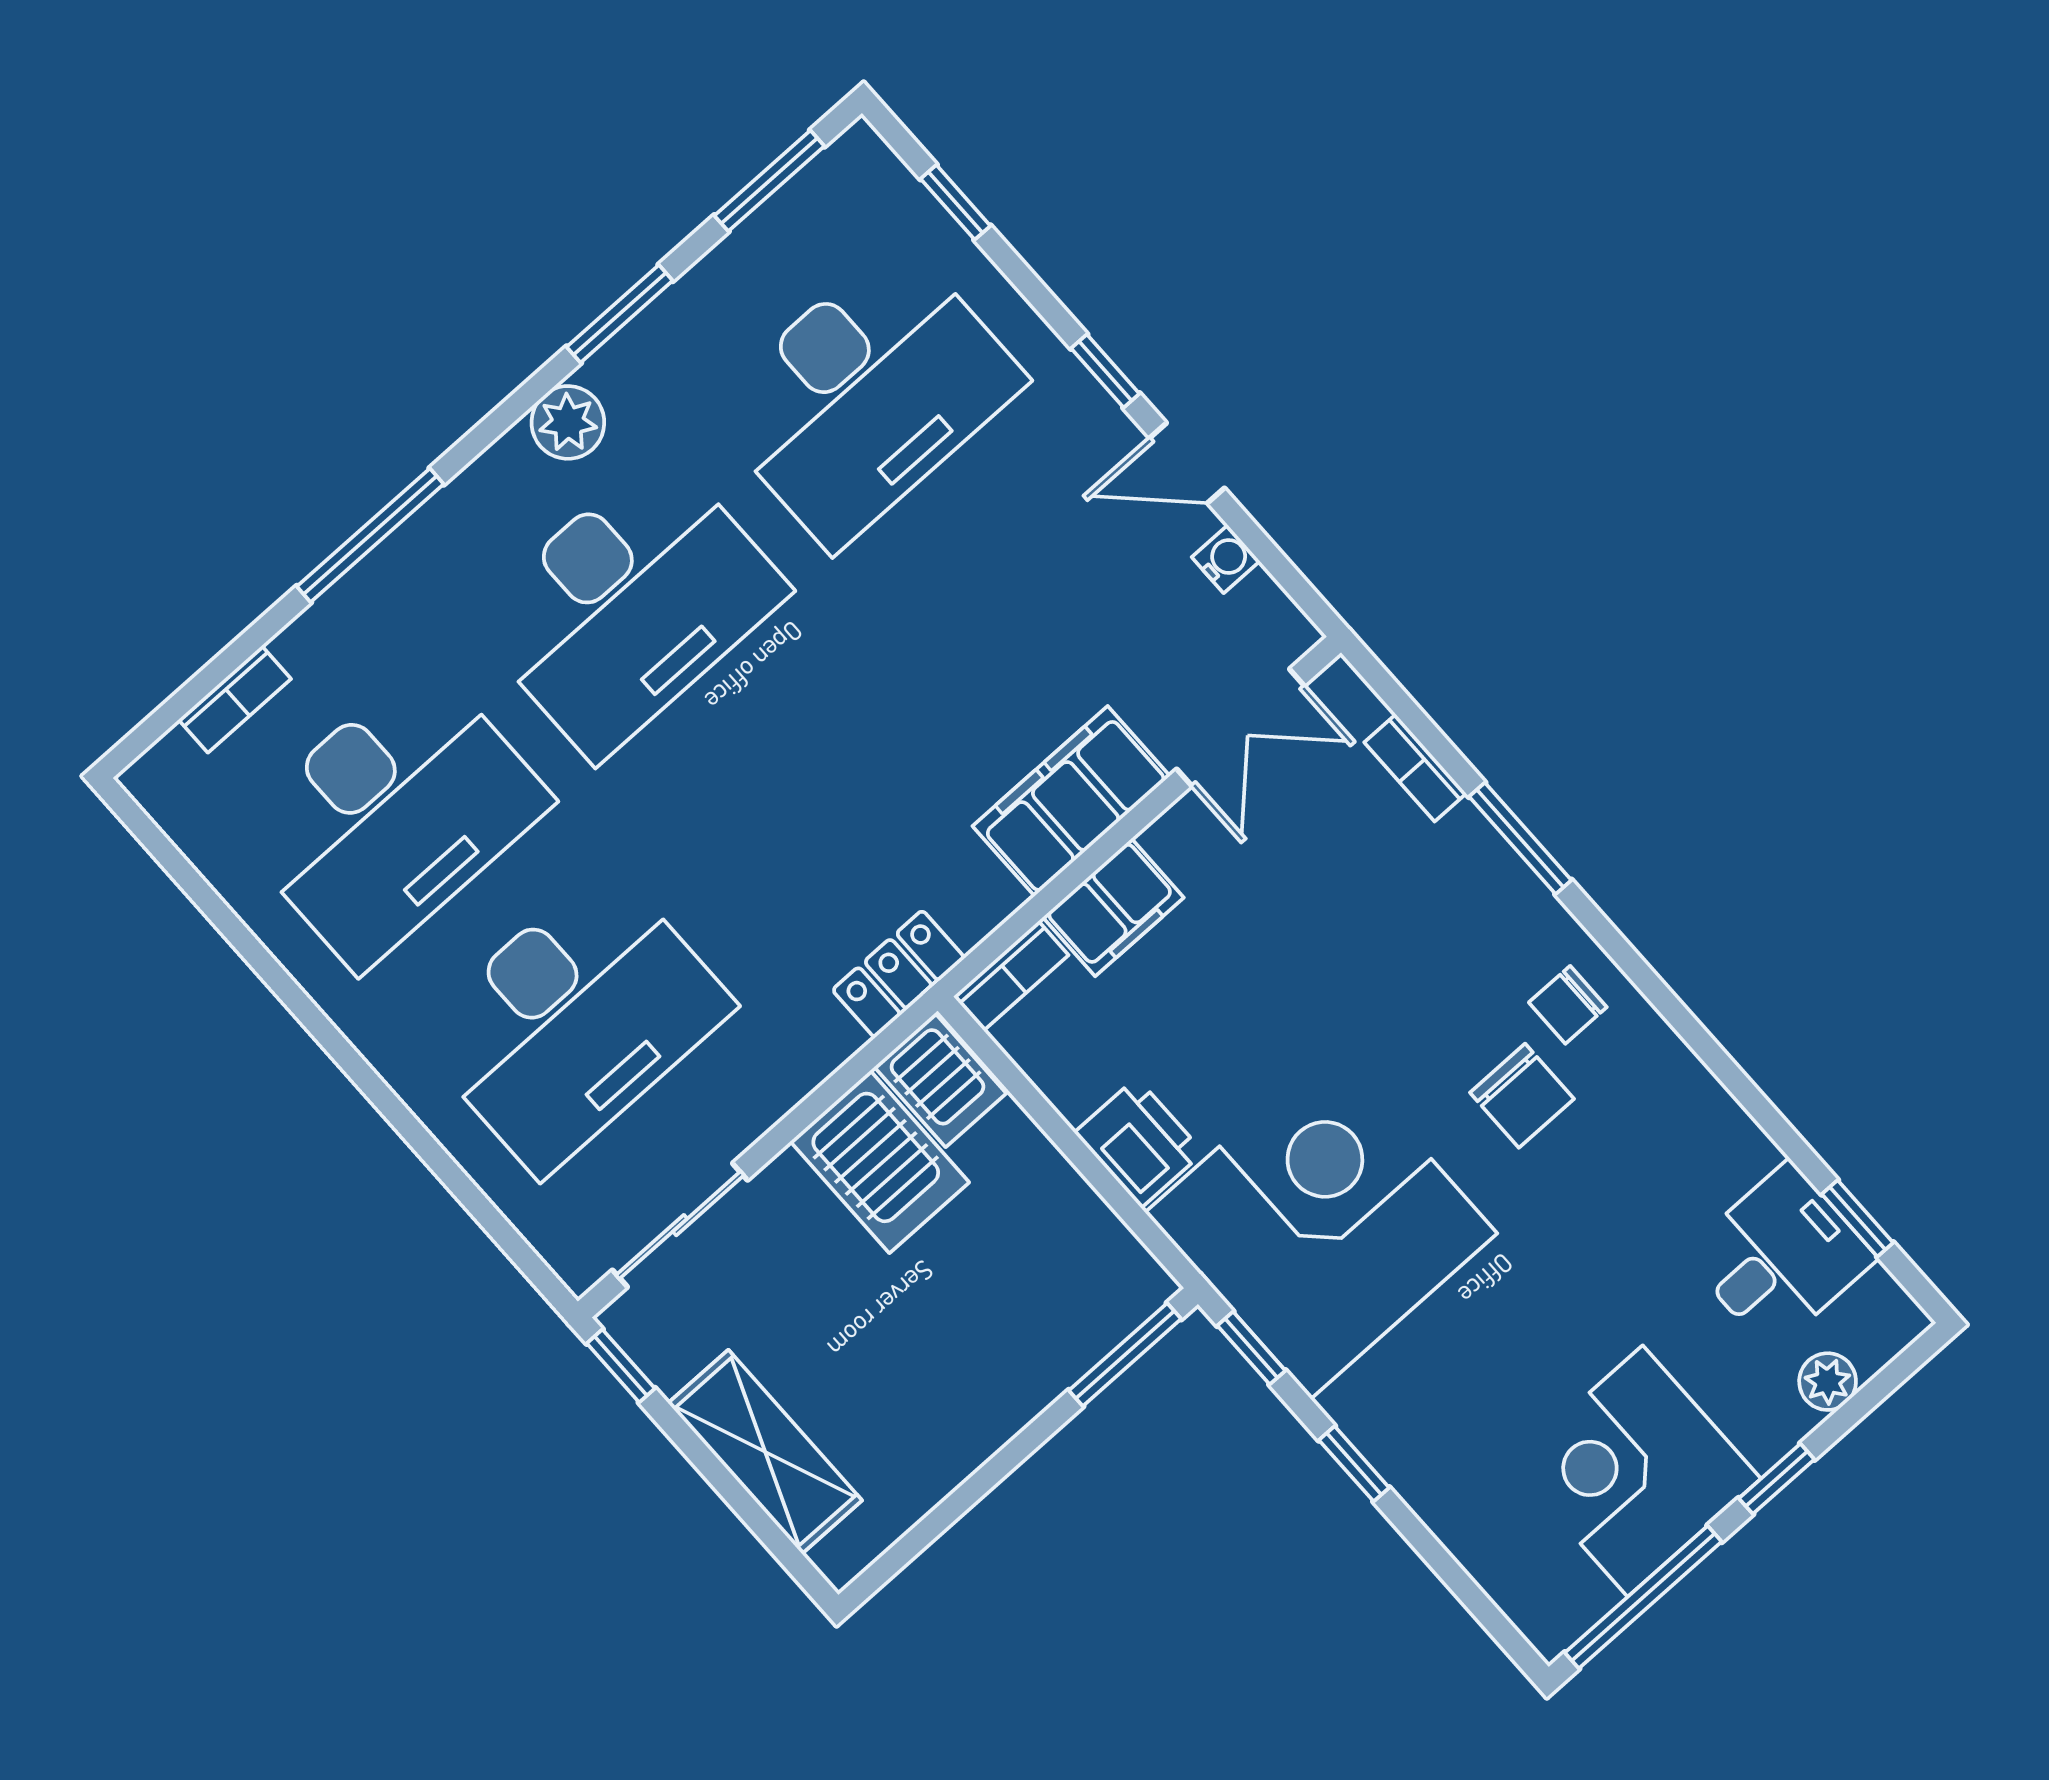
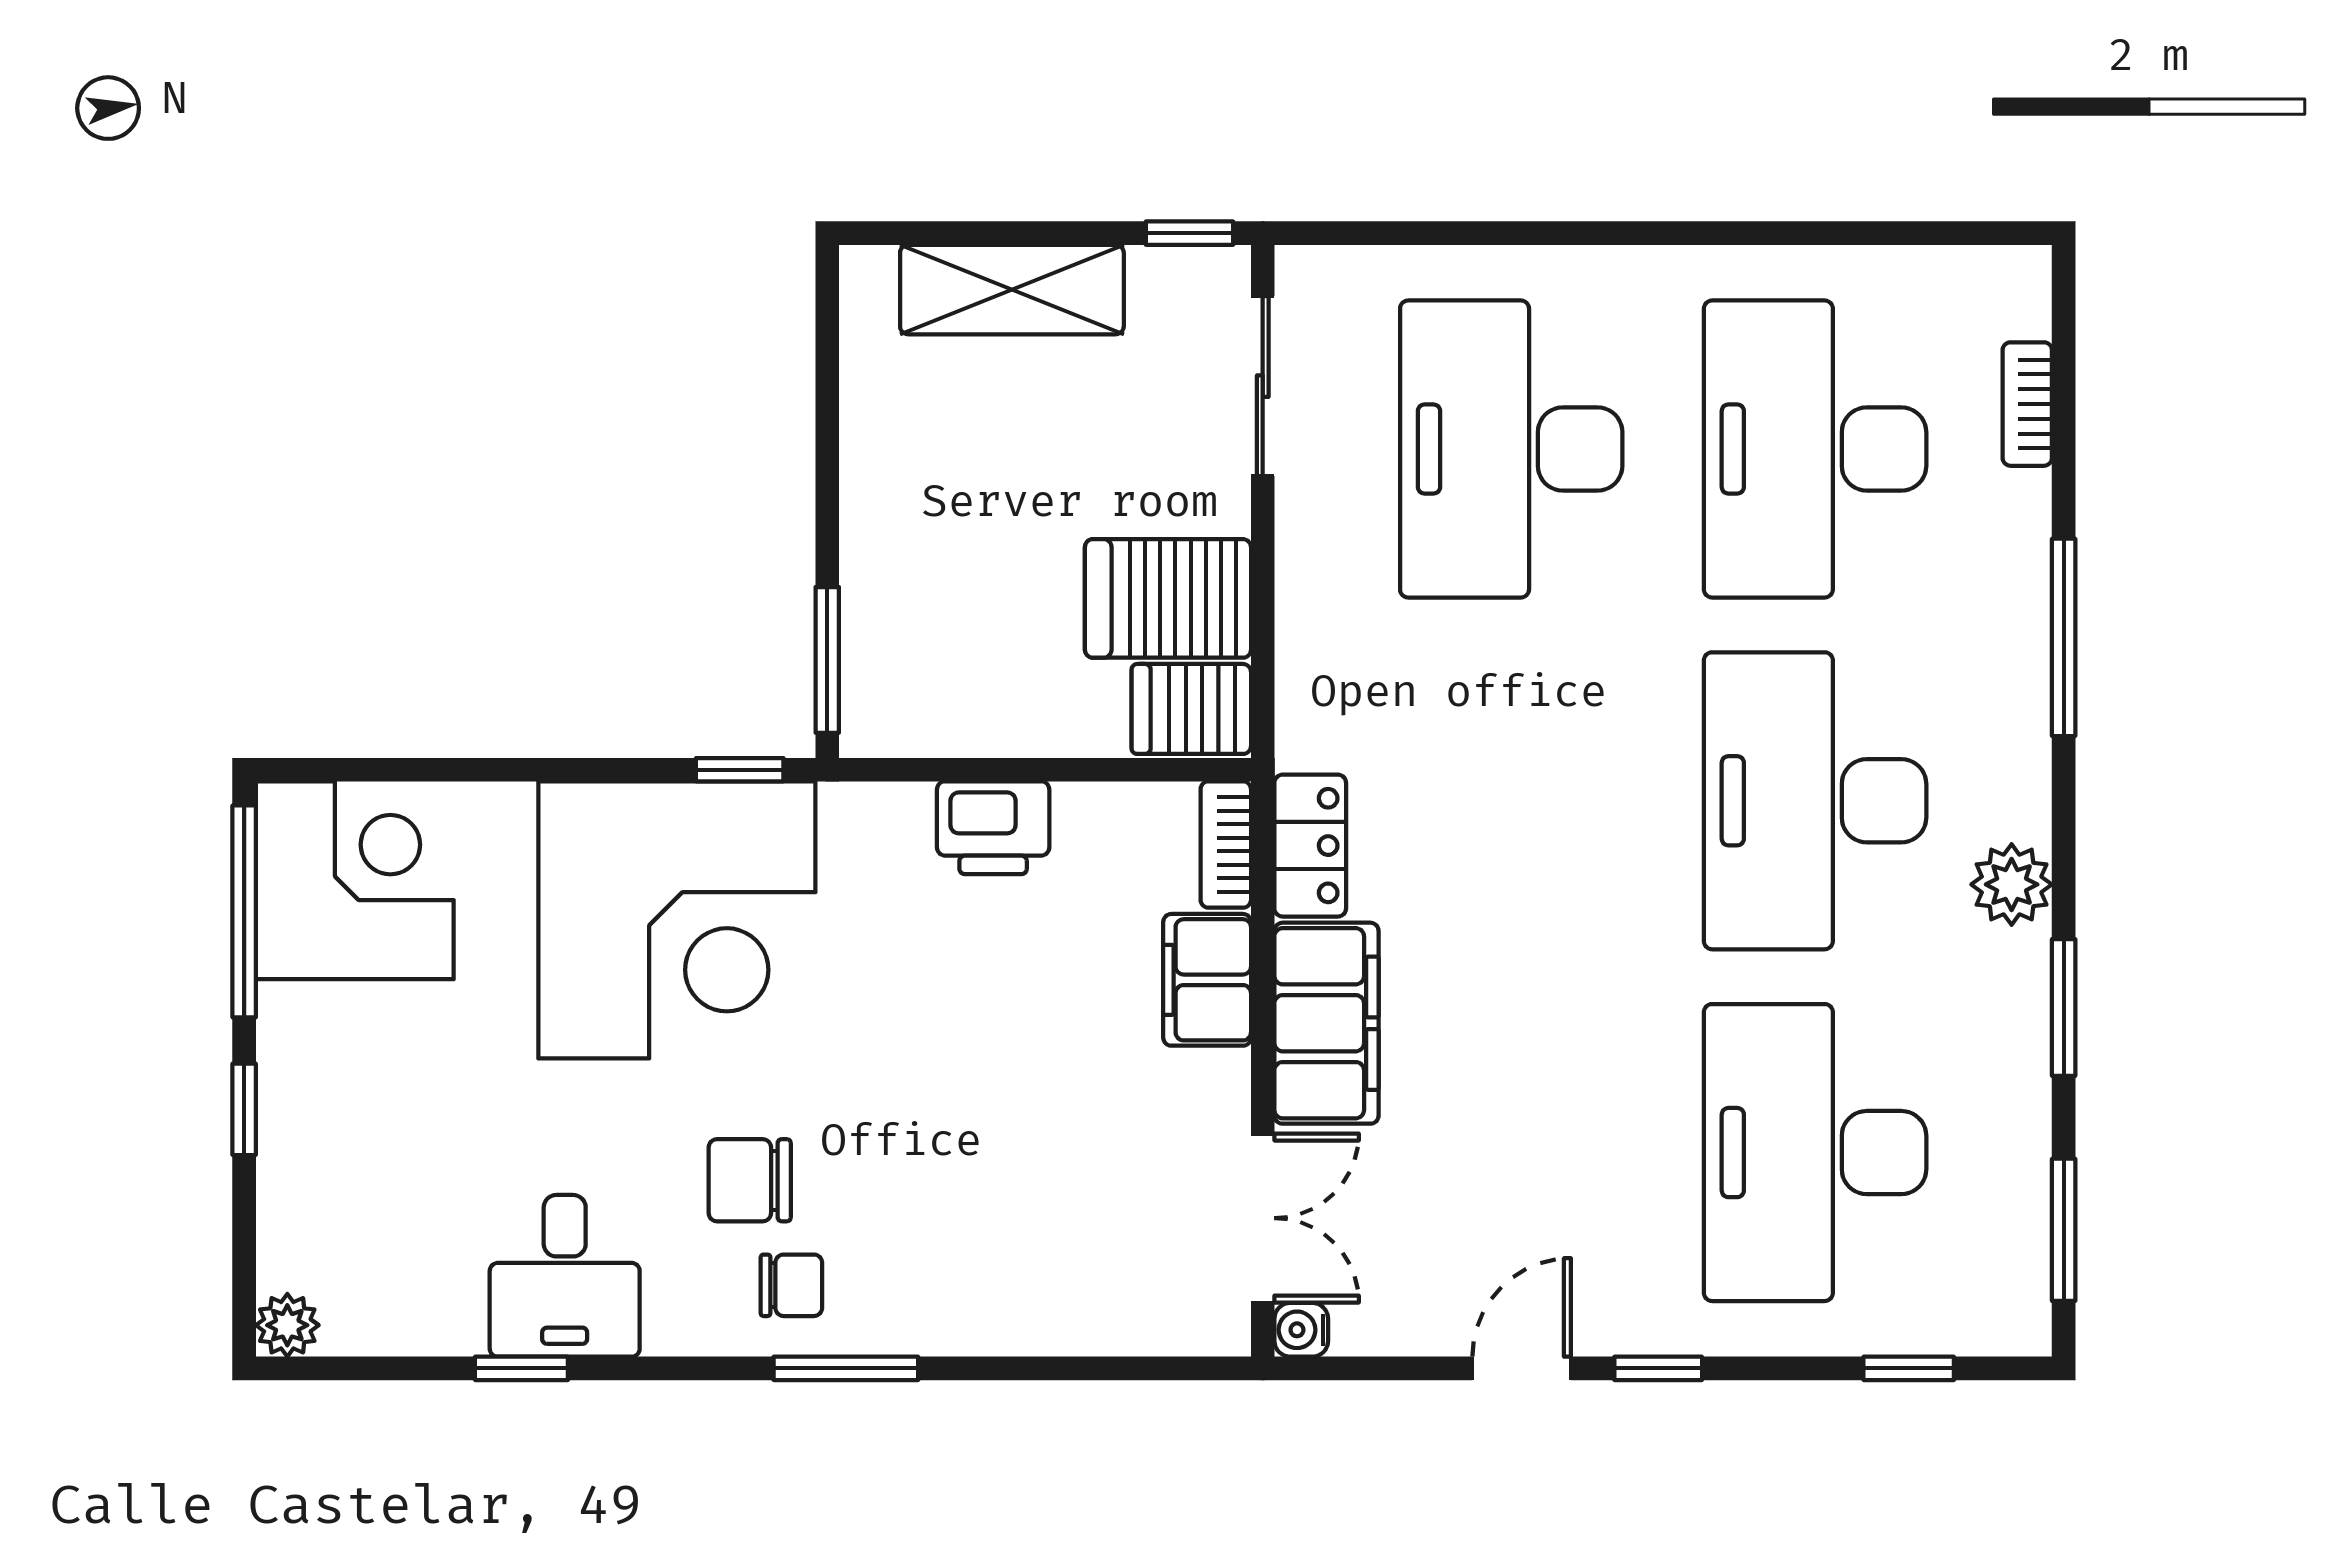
water cooler: (1226, 559) -> (1301, 1330), moved, turned 90
double door: (1241, 727) -> (1263, 1218), swing flipped
bookcase: (1415, 768) -> (1100, 1333), removed
window: (1520, 838) -> (846, 1368), moved
locker: (899, 974) -> (1310, 846), moved
chair: (1568, 1005) -> (791, 1285), turned 90
window: (1858, 1218) -> (521, 1368), moved
corner desk: (1321, 1223) -> (677, 920), moved
desk: (1780, 1256) -> (565, 1276), moved
plant: (1828, 1382) -> (287, 1325), moved
window: (1354, 1464) -> (568, 770), removed
corner desk: (1635, 1471) -> (355, 880), moved

